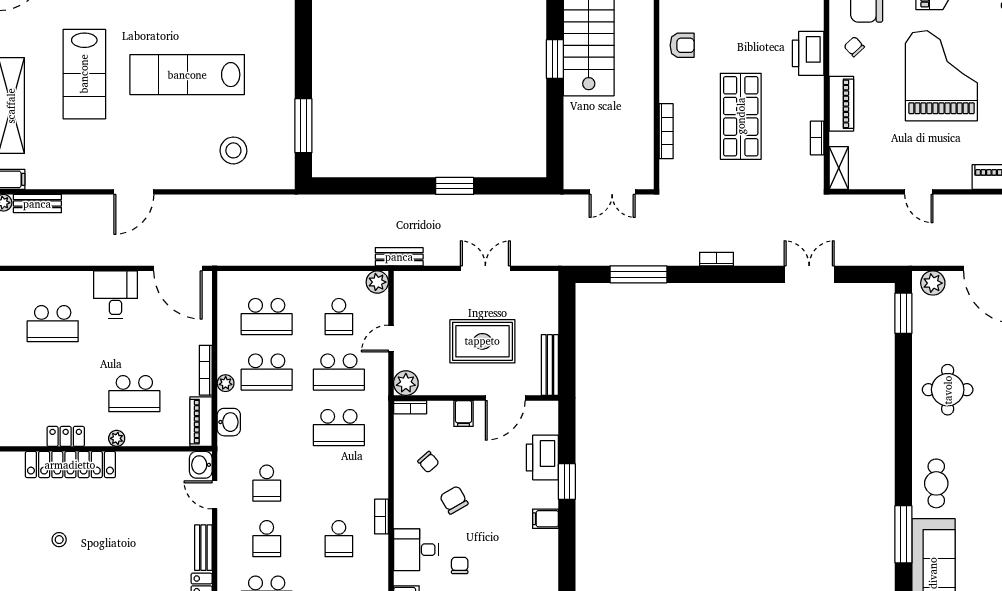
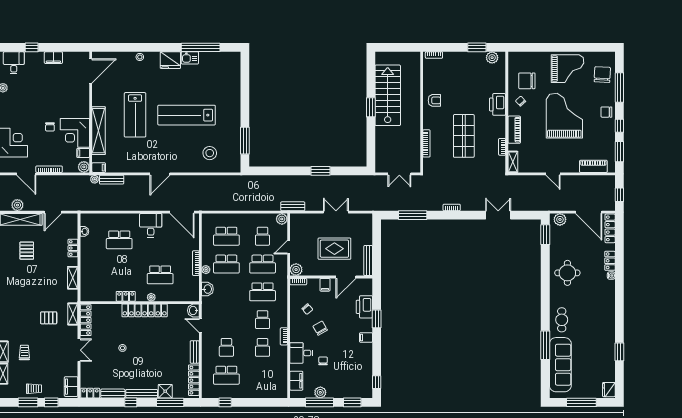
piano: (201, 422) -> (193, 289), removed
locker: (70, 465) -> (145, 310), moved
school desk: (267, 483) -> (263, 320), moved

